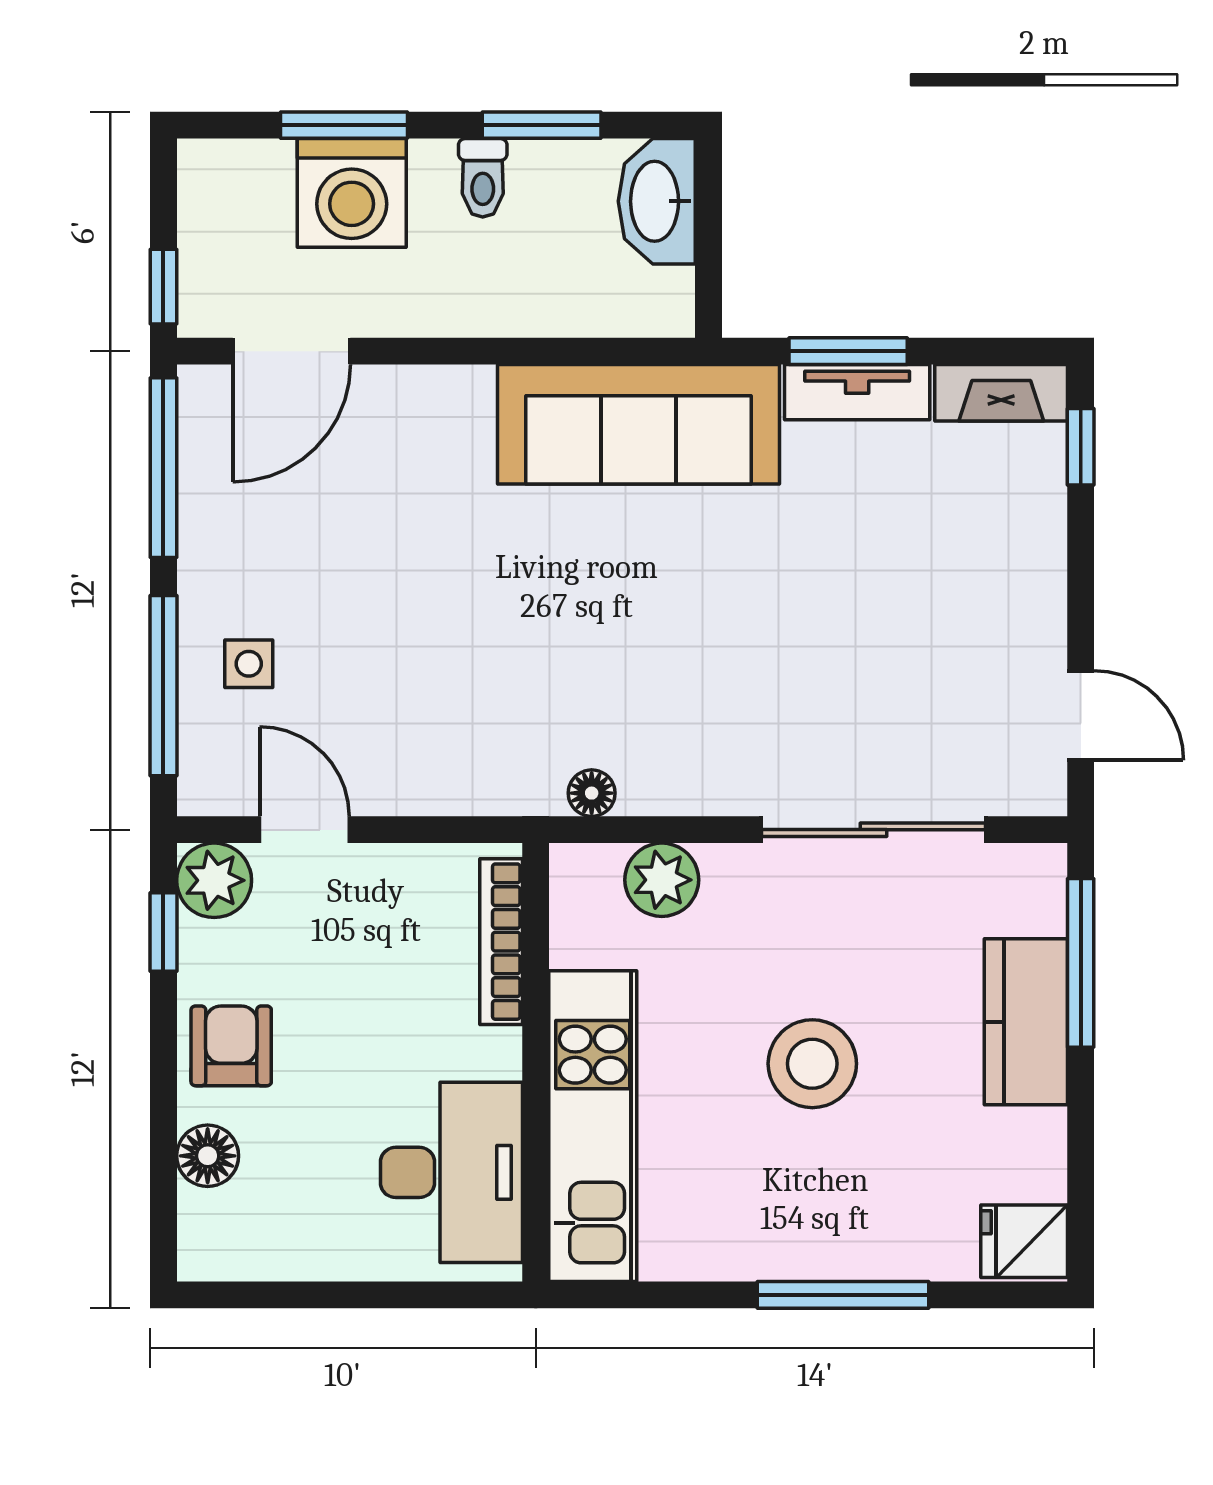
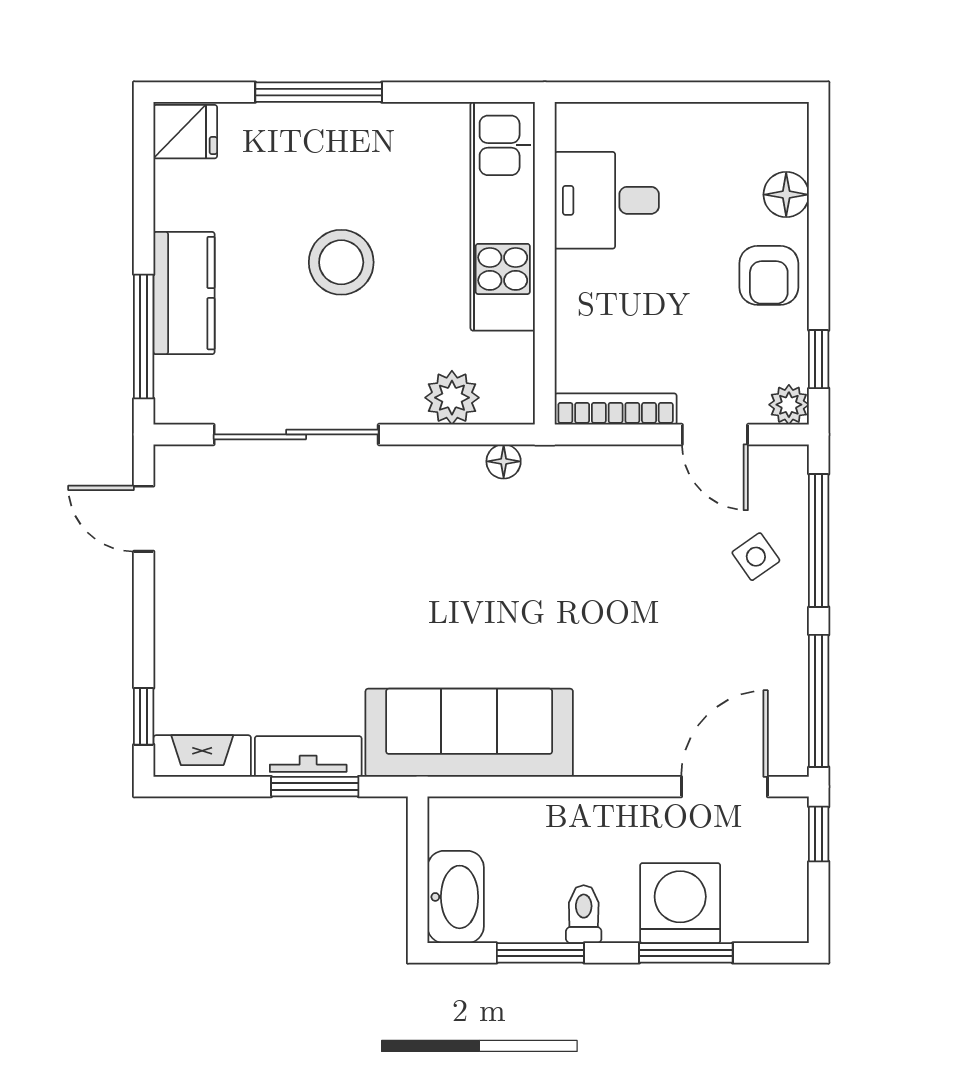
side table: (249, 664) -> (756, 557), turned -35
plant: (214, 880) -> (789, 405), width x0.73, depth x0.73
bookcase: (501, 942) -> (616, 409), moved, turned -90
desk: (451, 1172) -> (607, 200), width x0.73

